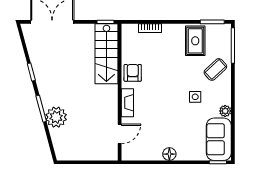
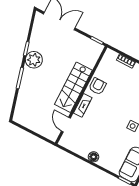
stairs: (106, 54) -> (73, 87), moved
plant: (56, 117) -> (34, 60), moved
door: (120, 134) -> (66, 125), swing flipped

